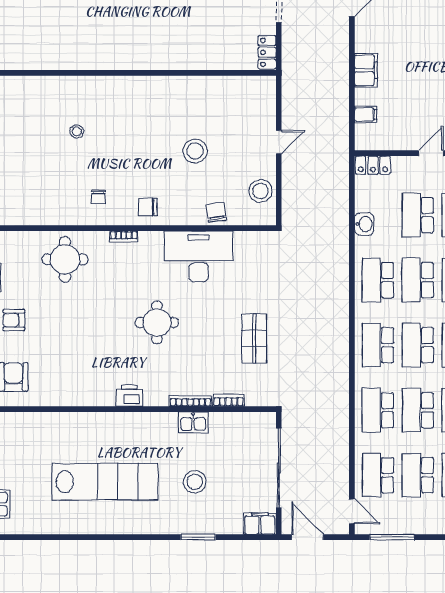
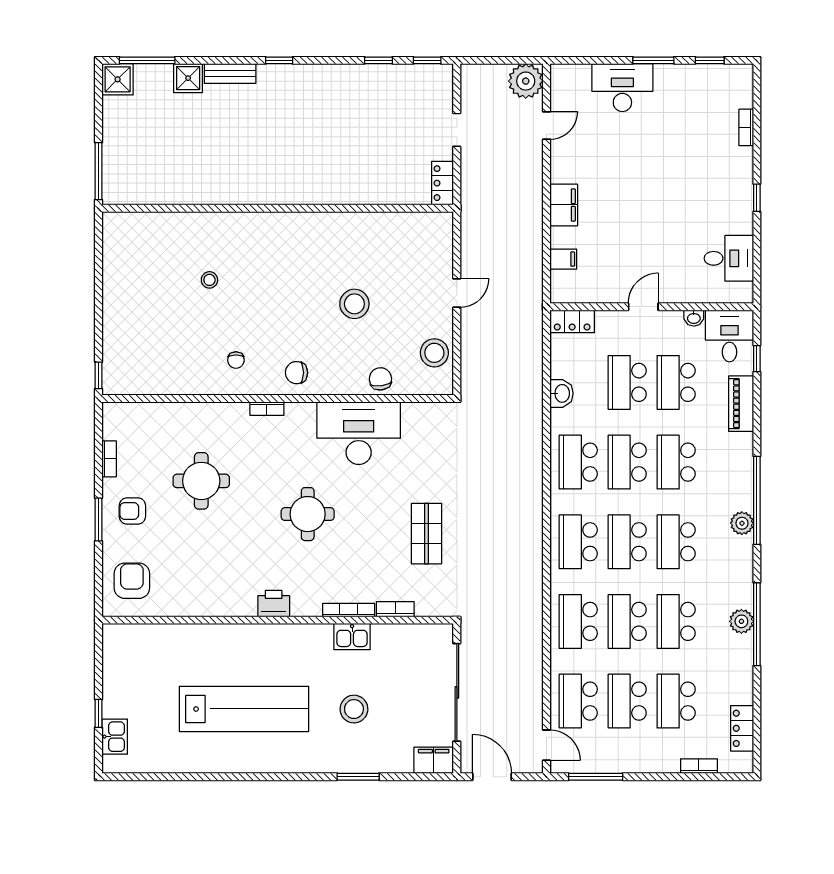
round table: (65, 259) -> (201, 481), moved

